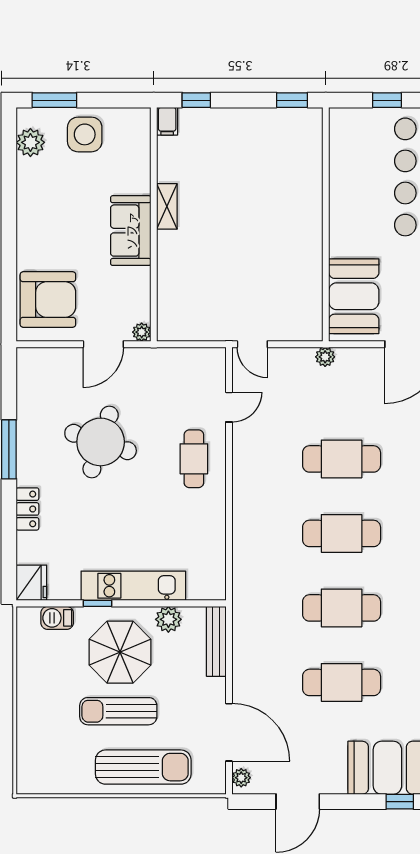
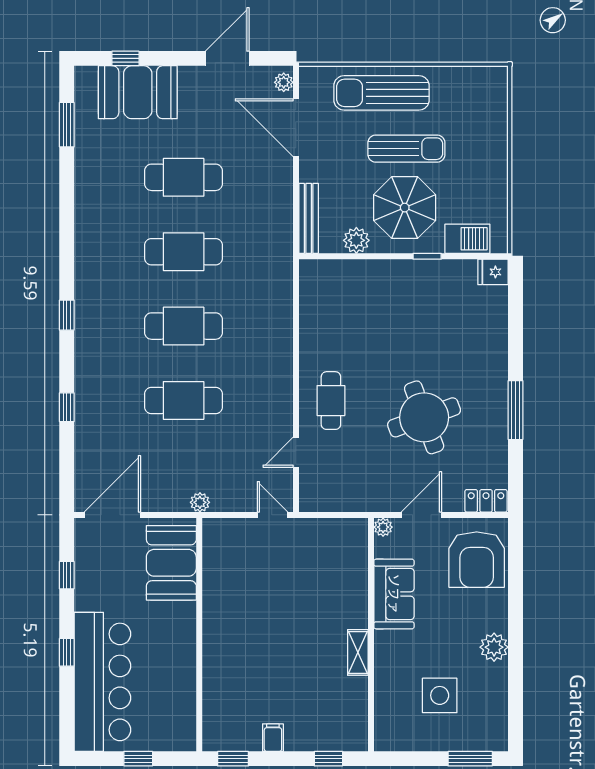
filing cabinet: (167, 121) -> (273, 738), moved
side table: (85, 134) -> (440, 695), moved
plant: (30, 142) -> (494, 647), moved
sofa: (131, 231) -> (394, 594), moved
armchair: (48, 300) -> (477, 560), turned -90
round table: (101, 442) -> (424, 417), turned -38
locker: (27, 509) -> (486, 501), moved, turned 90
fridge: (31, 583) -> (493, 272), width x0.72
kitchen unit: (133, 586) -> (391, 274), removed
barbecue: (57, 618) -> (467, 239), width x1.38, depth x1.27

